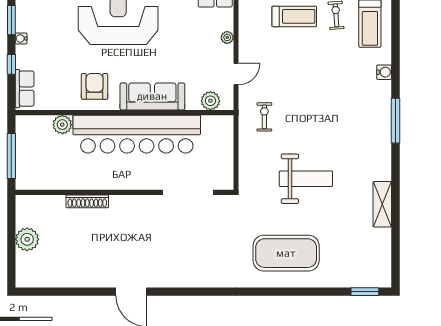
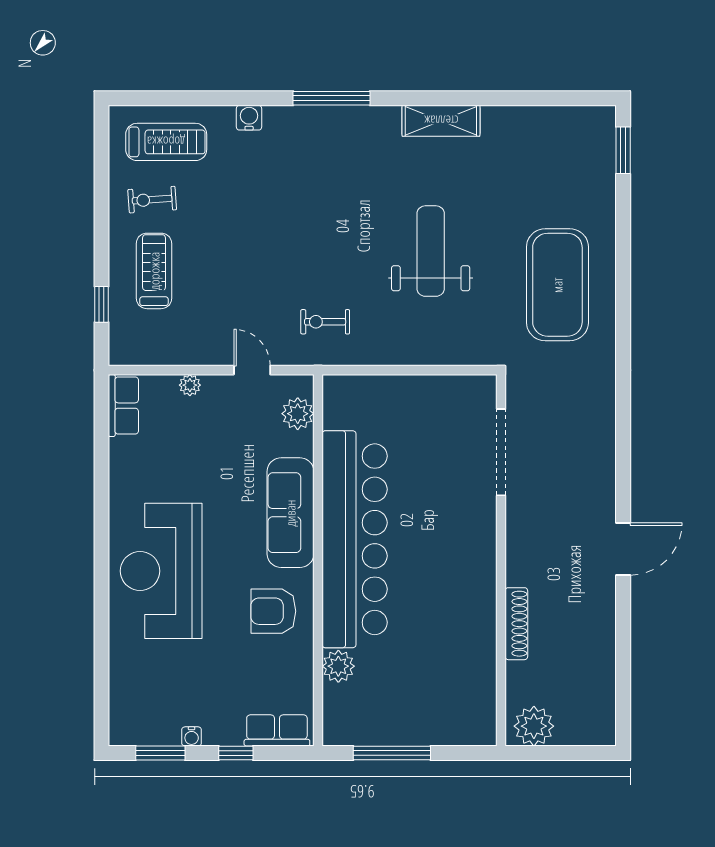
wall: (124, 192) -> (501, 560), moved
doorway: (188, 192) -> (501, 452), moved
shoe rack: (87, 201) -> (516, 624), moved
shelving: (382, 204) -> (441, 121), moved

